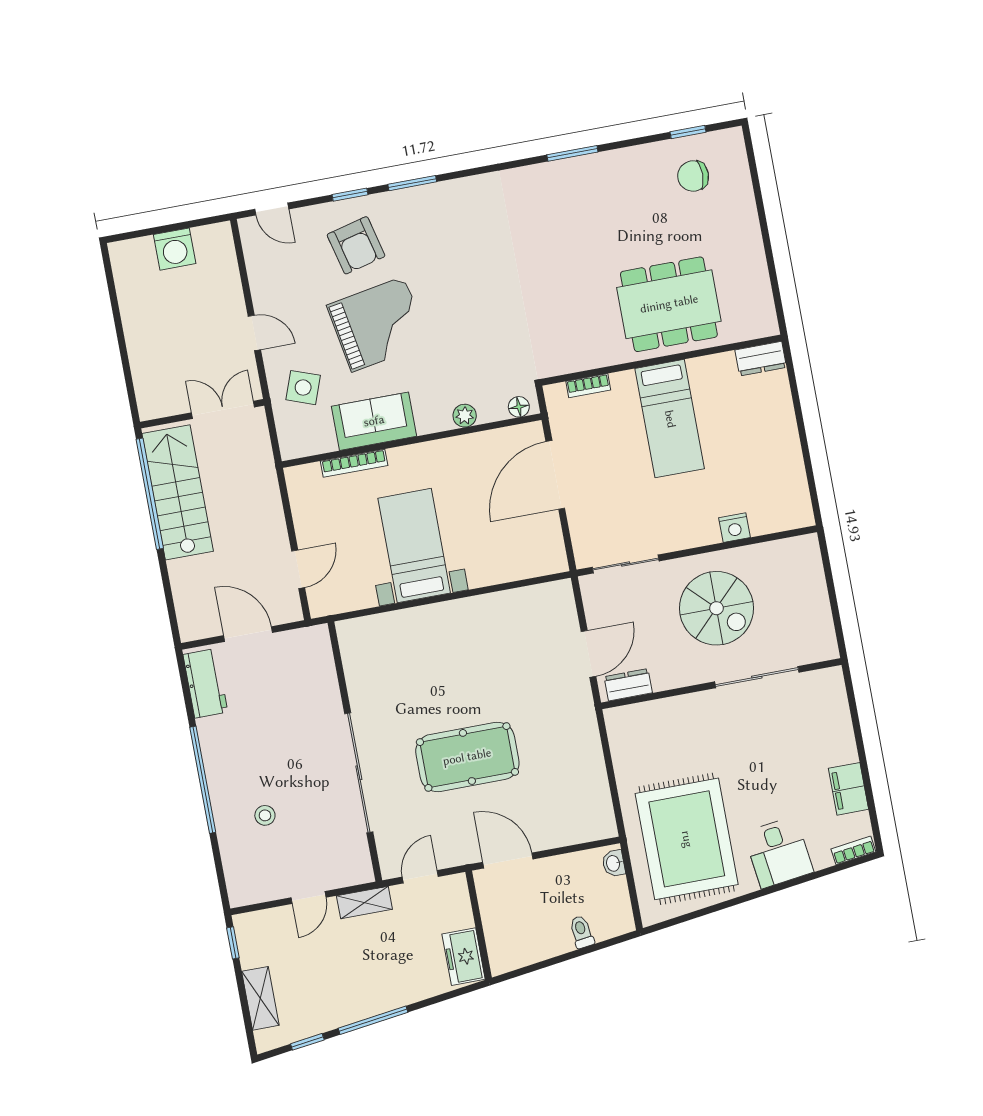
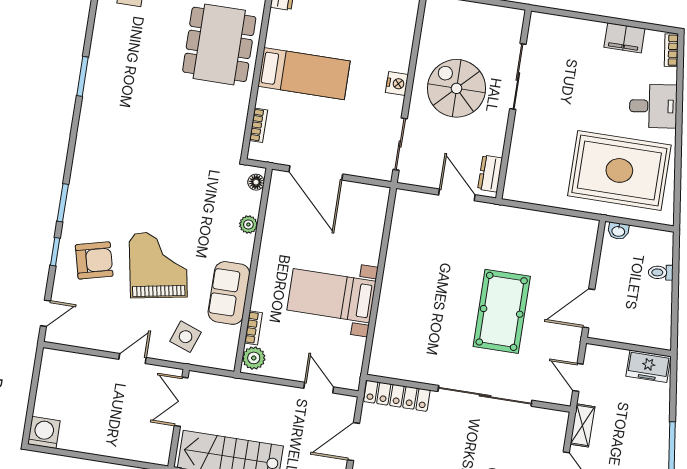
washing machine: (175, 249) -> (44, 432), moved, turned -90
bookcase: (354, 463) -> (253, 328), width x0.64
plant: (306, 479) -> (254, 358), added
nightstand: (734, 528) -> (397, 84), moved
spiral stairs: (716, 608) -> (456, 88), turned -90
locker: (322, 667) -> (397, 396), added

